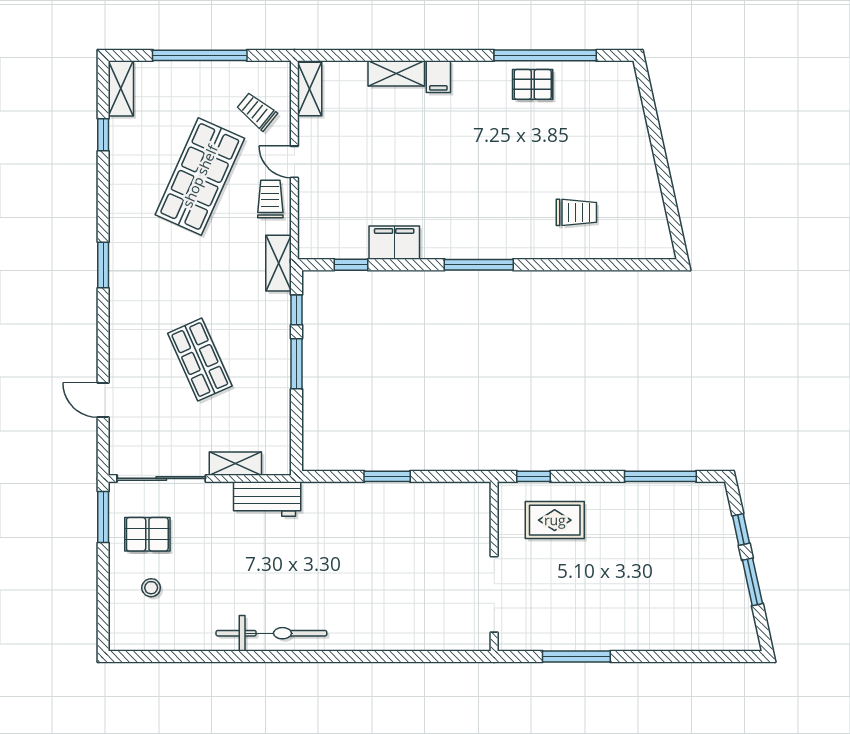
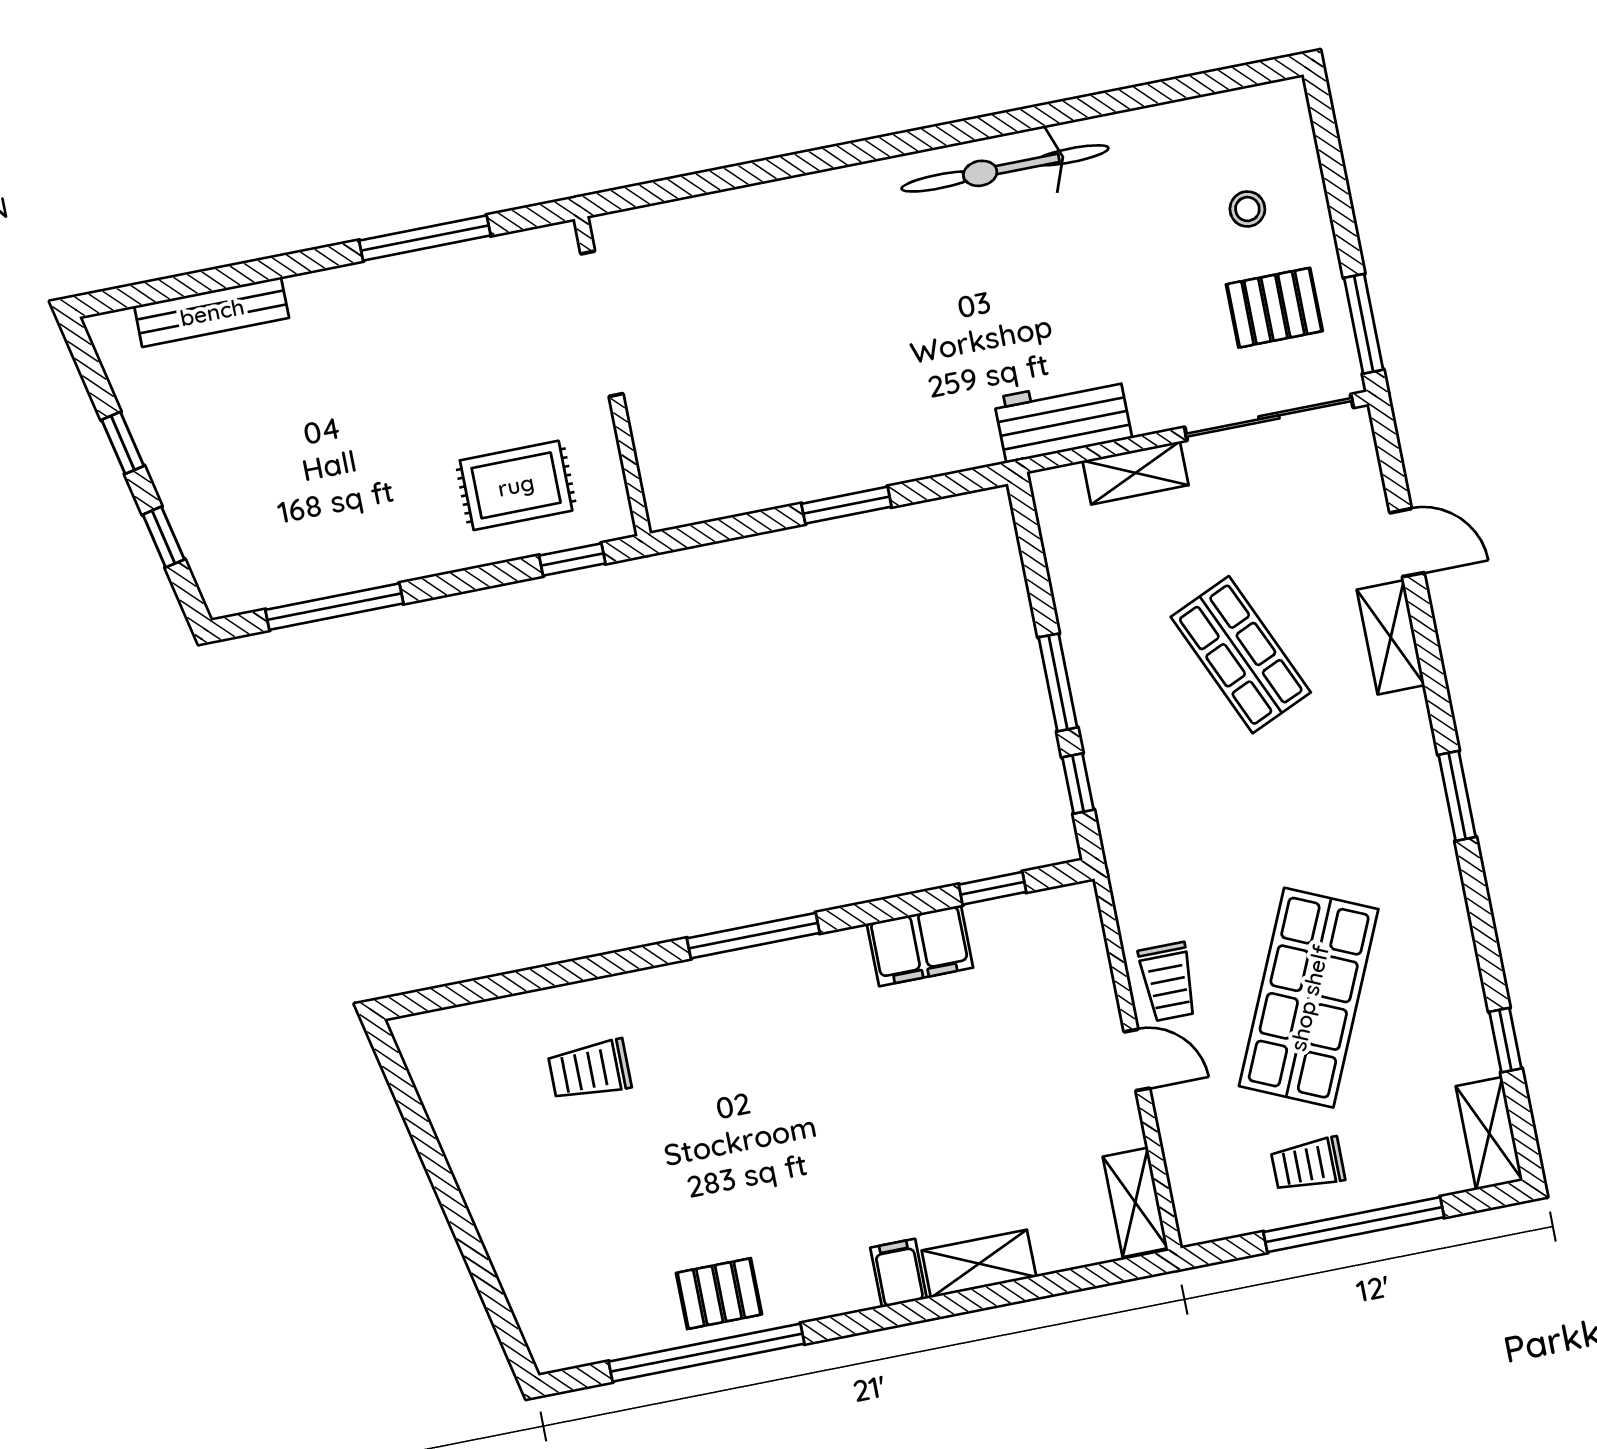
trolley: (257, 111) -> (1308, 1164), moved, turned 141
shelving: (279, 263) -> (1391, 637), moved
window: (752, 582) -> (123, 443), width x0.67
bench: (693, 640) -> (212, 312), added

